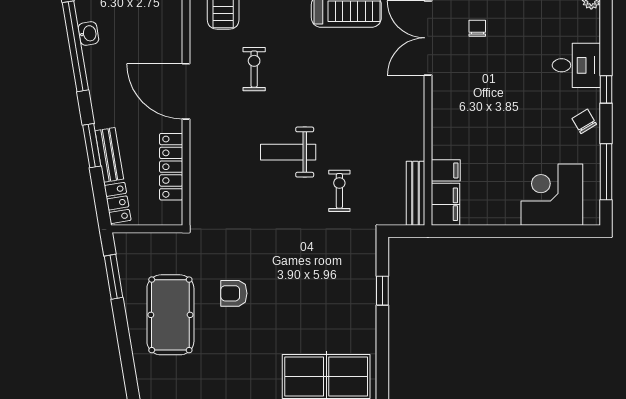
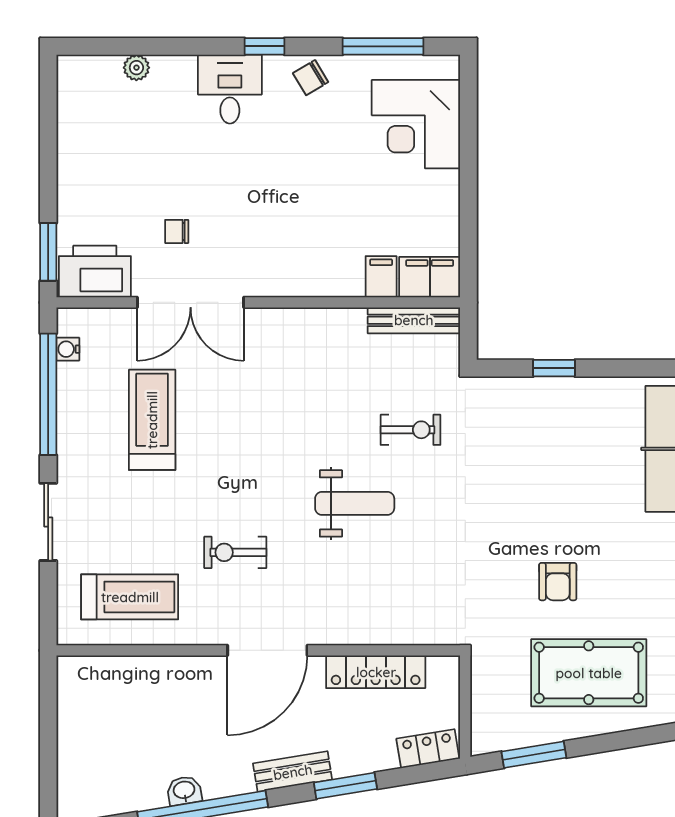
weight bench: (288, 152) -> (355, 503), turned -90
bench: (109, 155) -> (293, 772), moved
exercise bike: (339, 191) -> (410, 430), turned 180

